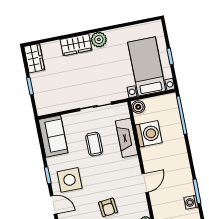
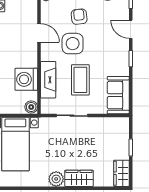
coffee table: (94, 144) -> (80, 80), width x1.36, depth x1.30
side table: (70, 180) -> (73, 44), moved
door: (145, 183) -> (39, 33), swing flipped

